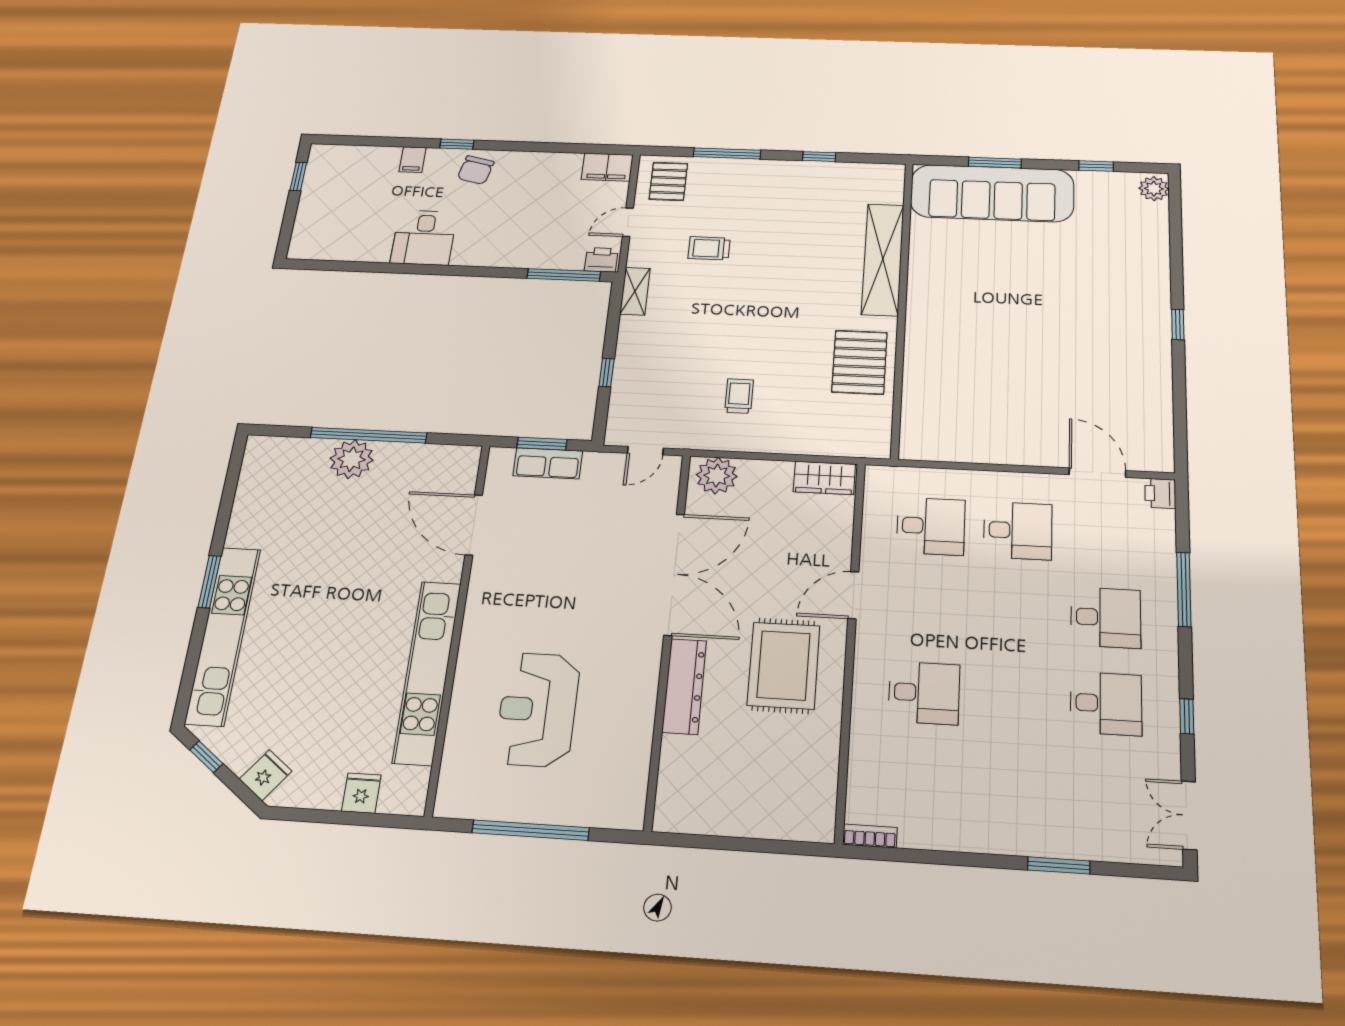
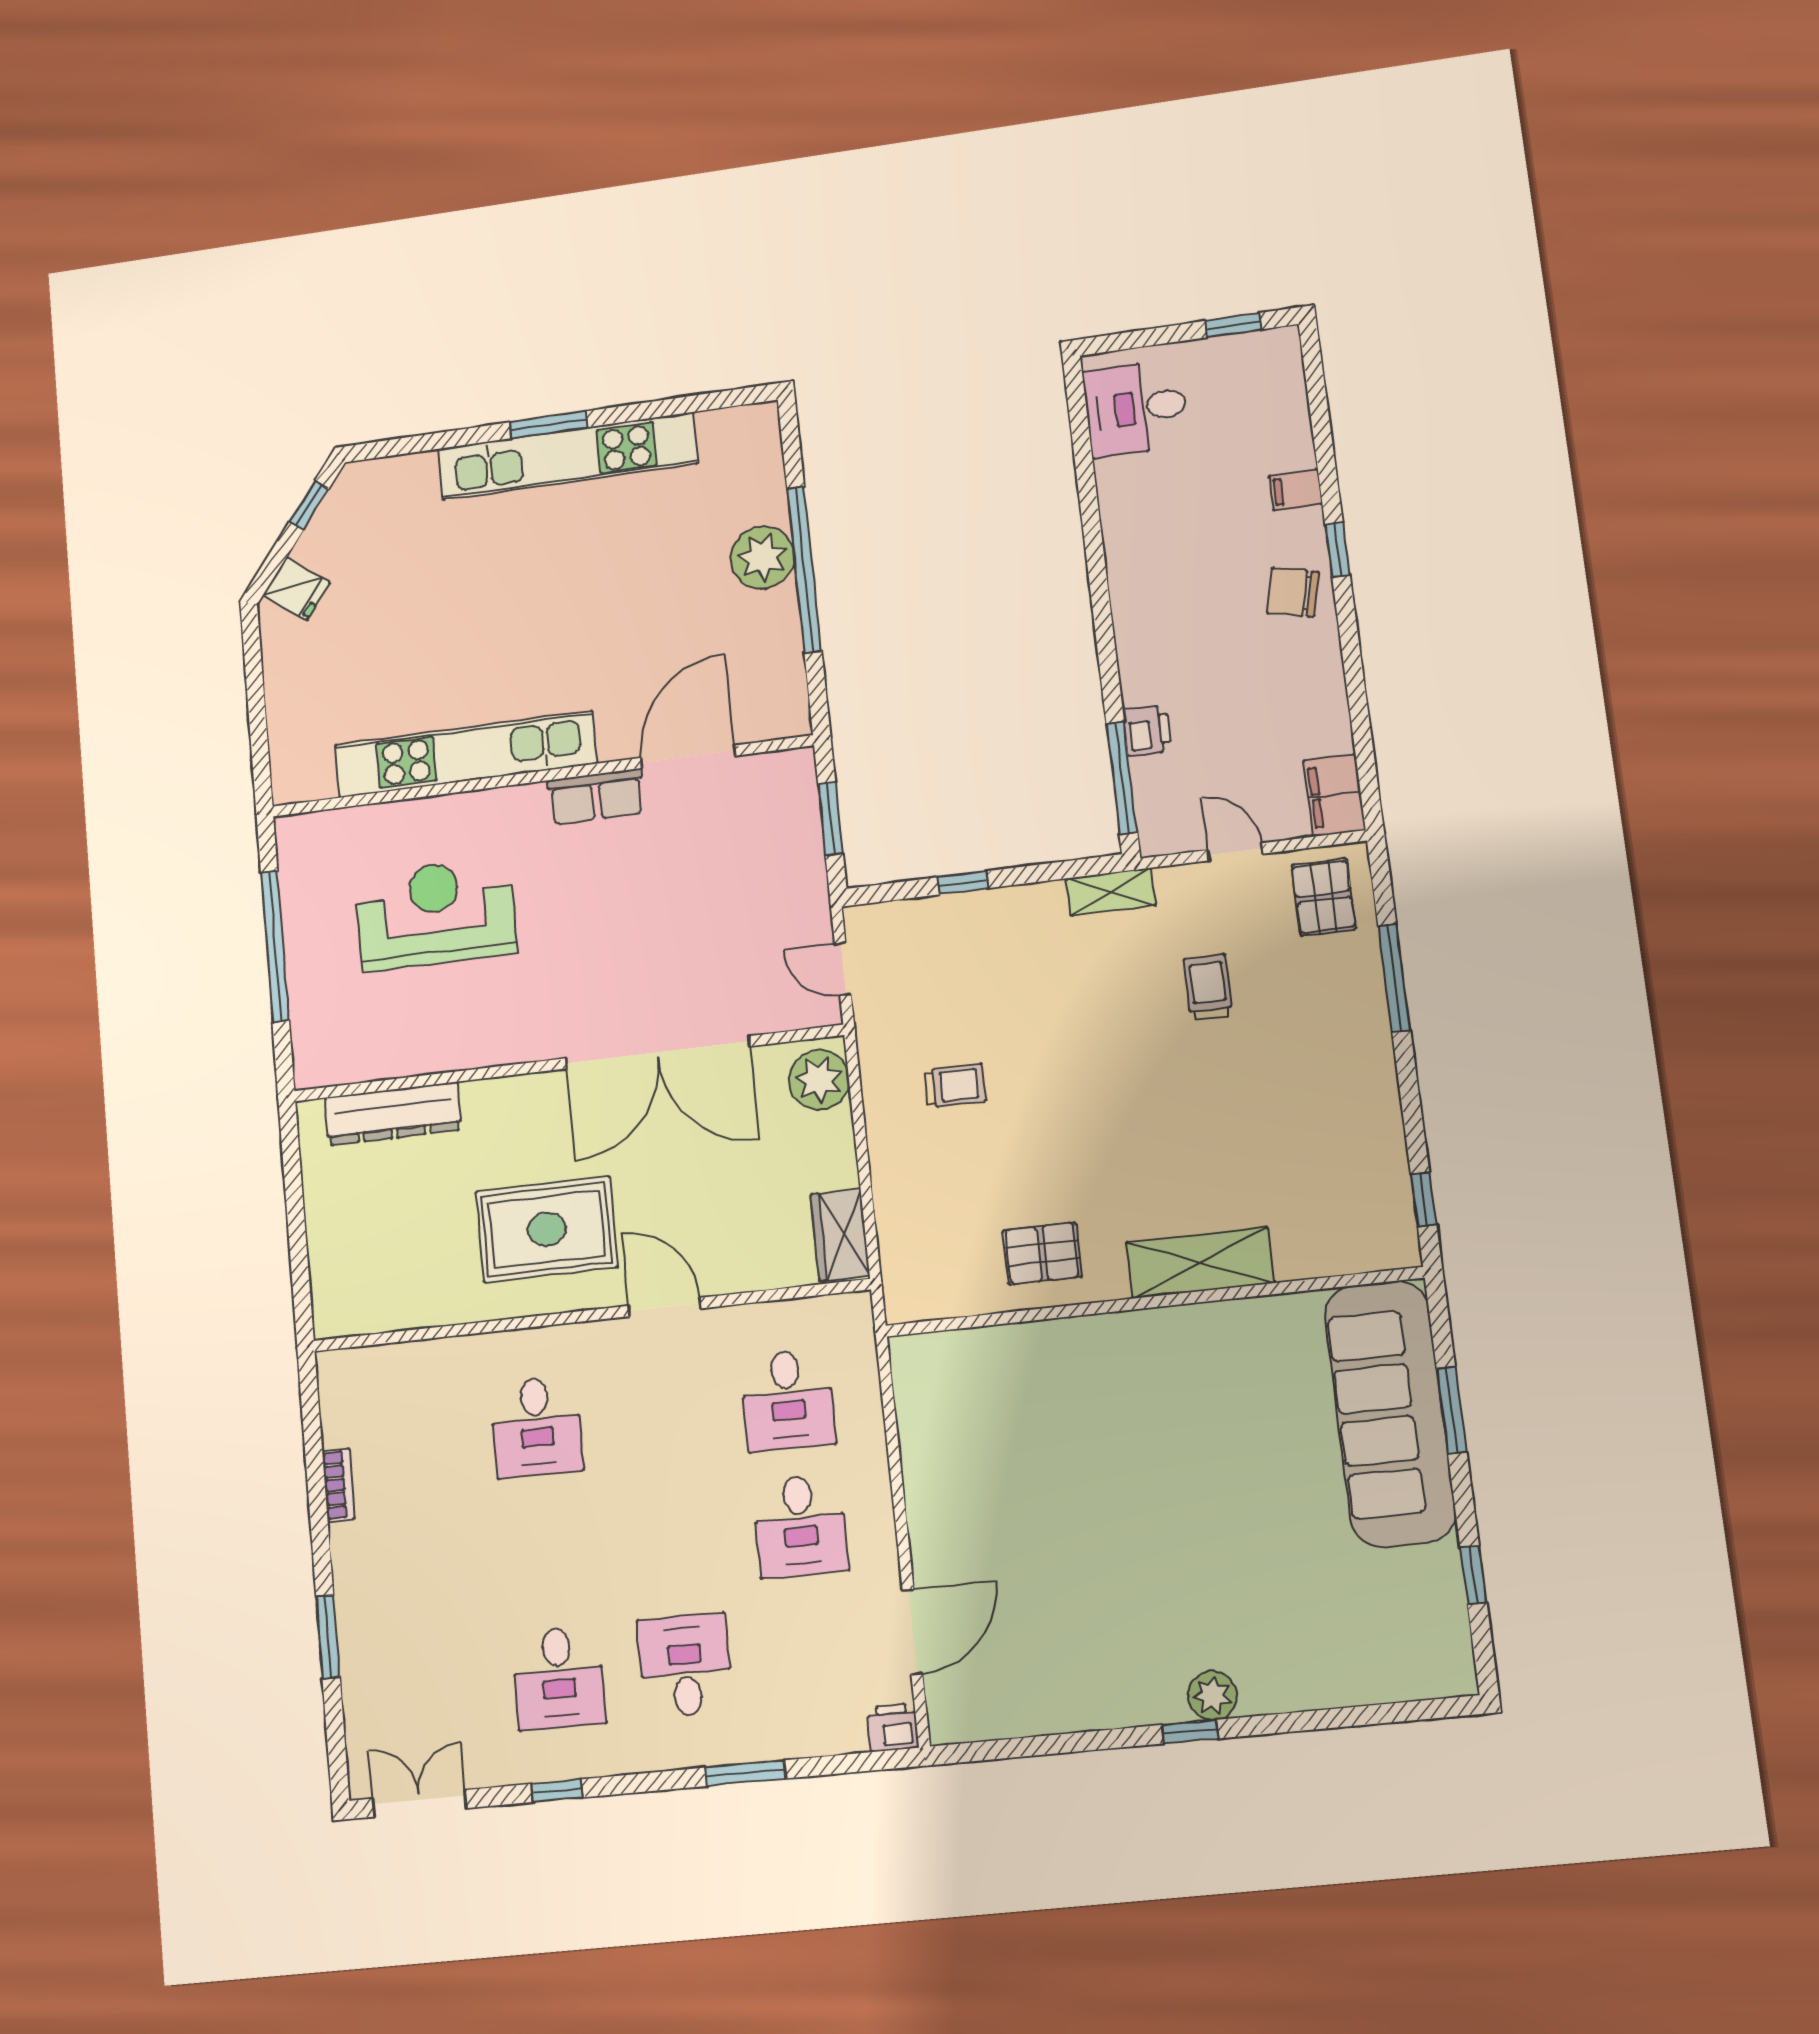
window: (819, 157) -> (1424, 1200), moved
pallet: (668, 181) -> (1323, 897), turned 90
plant: (1154, 189) -> (1212, 1695), moved
desk: (424, 238) -> (1136, 408), moved
shelving: (883, 259) -> (1200, 1263), width x0.68
printer: (601, 260) -> (1147, 731), moved
pallet: (859, 362) -> (1042, 1253), width x0.67, depth x0.71
row of seats: (548, 463) -> (596, 796), moved, turned -90
window: (1184, 589) -> (745, 1773), width x0.69
desk: (1106, 618) -> (685, 1665), turned 180
kitchen unit: (223, 635) -> (568, 456), moved
dresser: (684, 686) -> (393, 1114), moved
fridge: (361, 793) -> (291, 718), removed
bookcase: (870, 836) -> (338, 1485), moved

